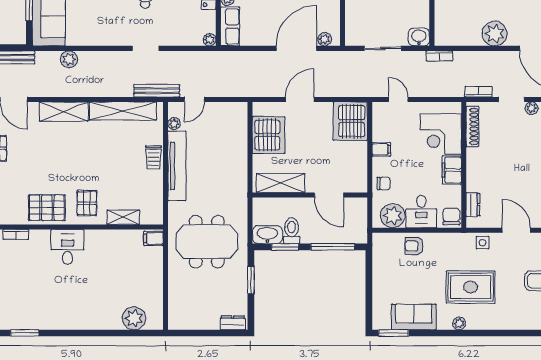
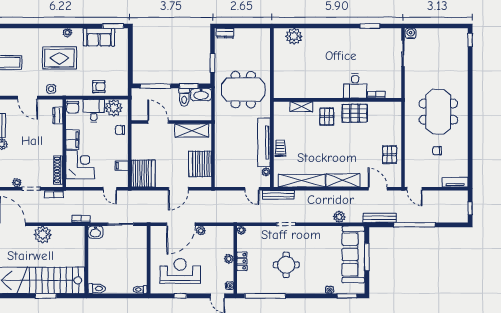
row of seats: (230, 26) -> (227, 240), removed
plant: (325, 39) -> (201, 231), moved
door: (194, 99) -> (252, 189), swing flipped
filing cabinet: (381, 149) -> (122, 166), moved
filing cabinet: (153, 238) -> (280, 92), removed
desk: (68, 247) -> (355, 86), moved

